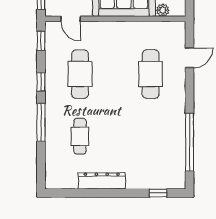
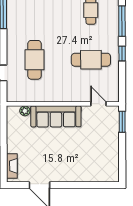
window: (41, 41) -> (122, 86), removed
cafe table: (80, 74) -> (91, 60), turned 90

